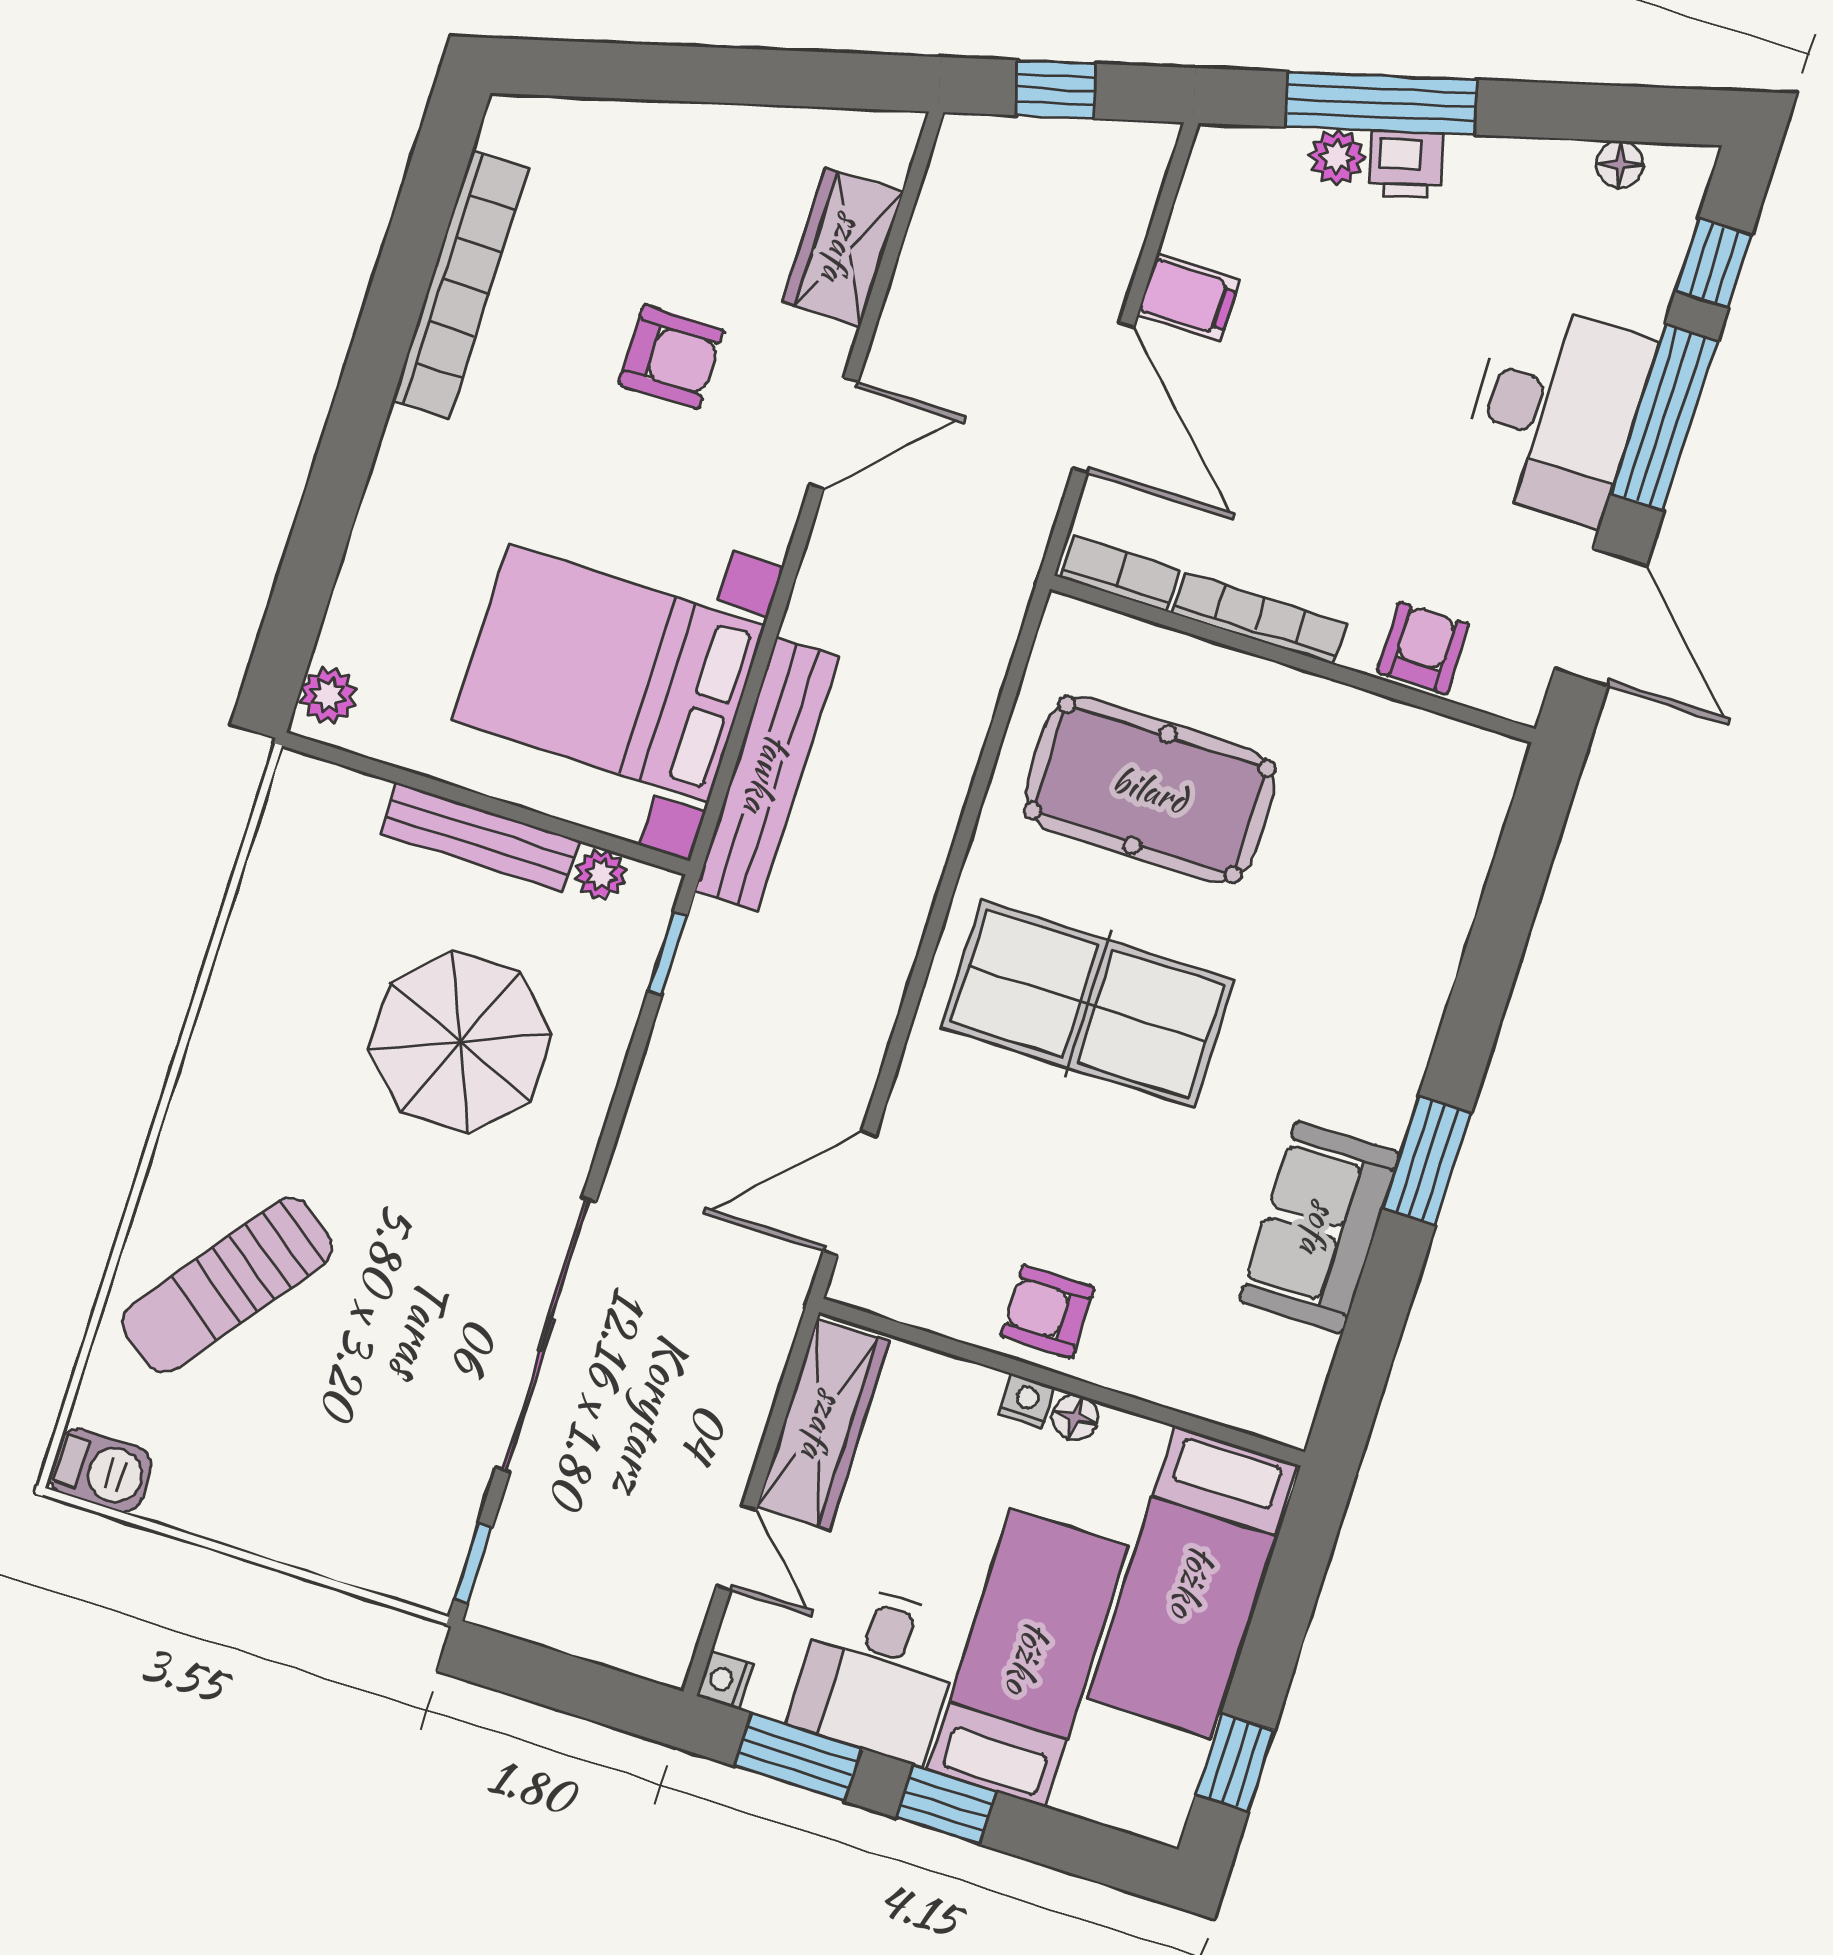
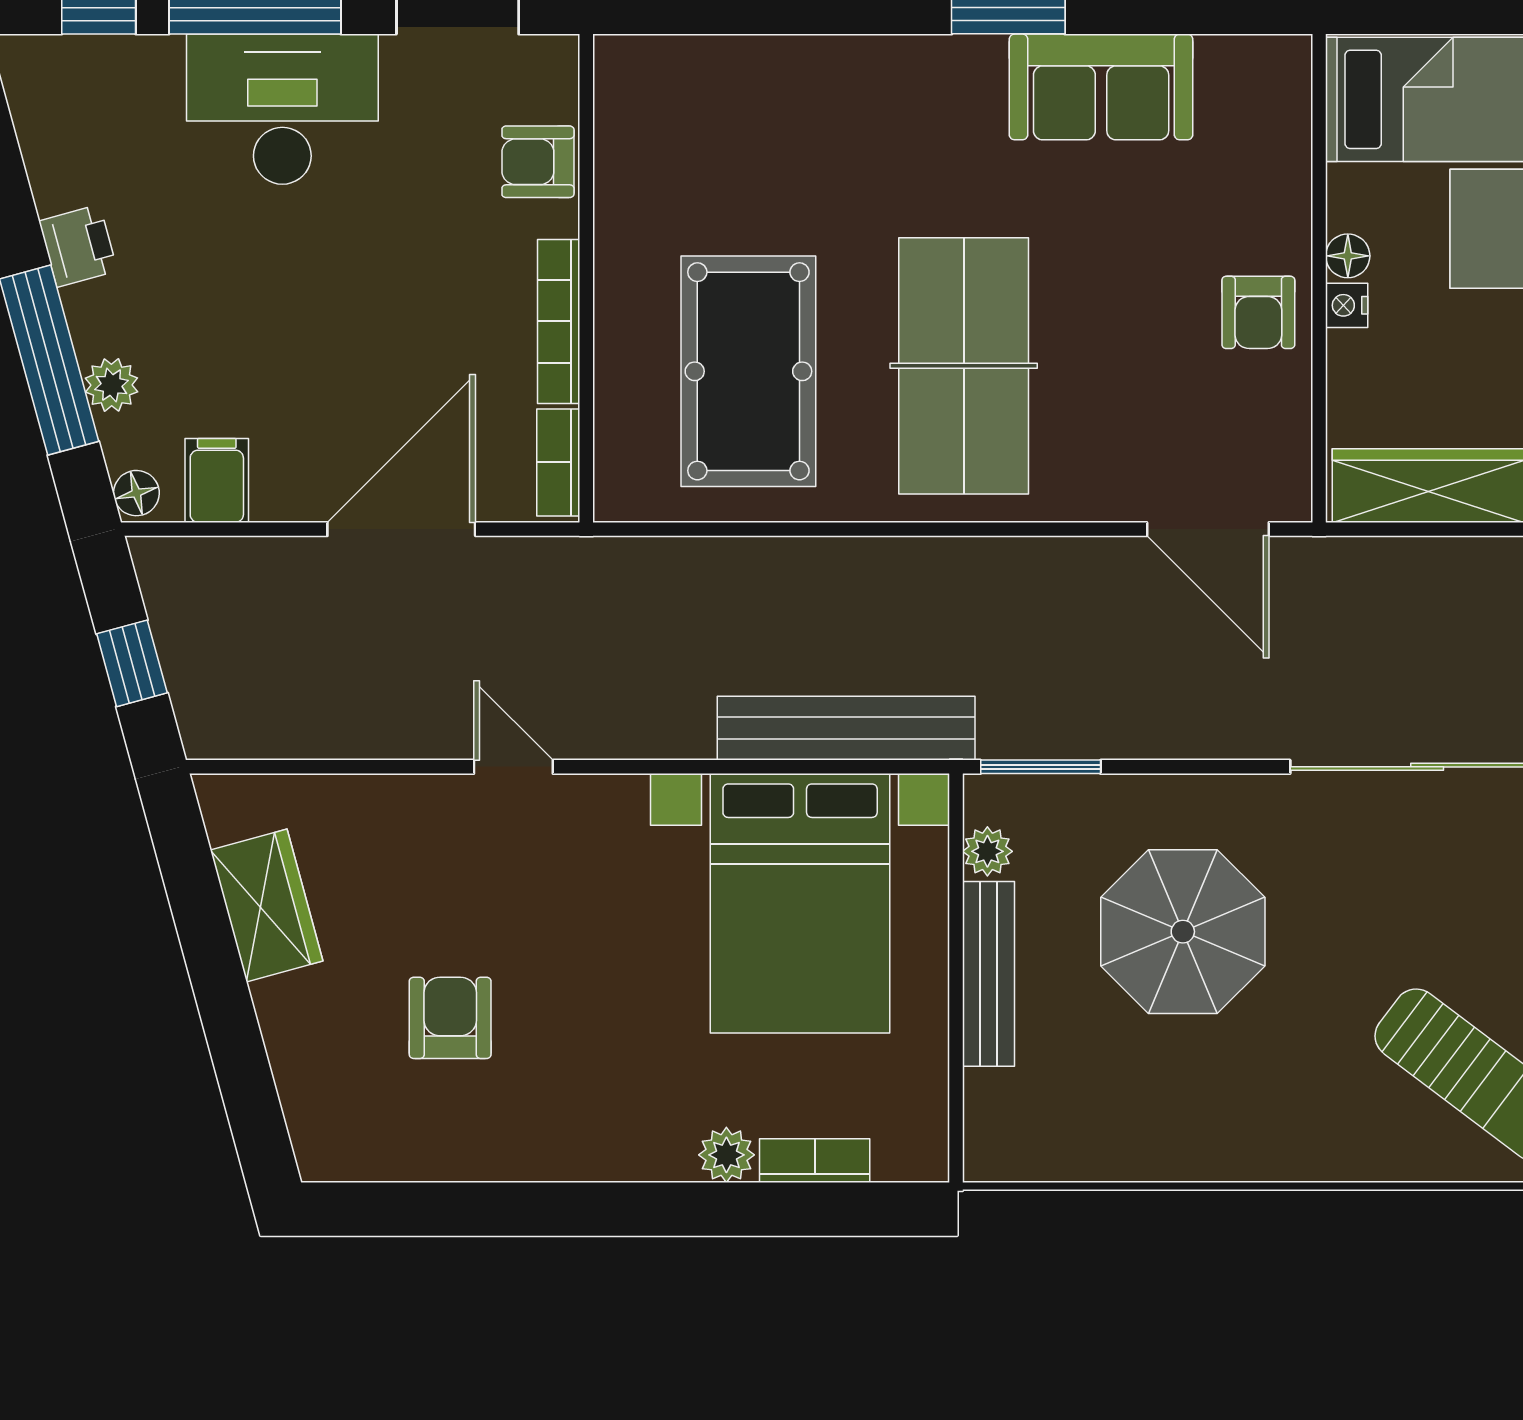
printer: (1406, 164) -> (78, 246), moved
floor lamp: (1620, 164) -> (136, 493), moved
wardrobe: (843, 247) -> (267, 905), moved, turned -105
bookcase: (460, 285) -> (815, 1161), moved, width x0.43, depth x0.76
filing cabinet: (1188, 298) -> (217, 480), moved
armchair: (671, 357) -> (450, 1018), moved
door: (834, 433) -> (513, 767), width x0.73
plant: (328, 695) -> (726, 1155), moved
window: (668, 953) -> (1041, 767), width x1.50

